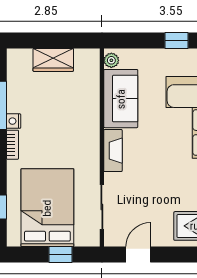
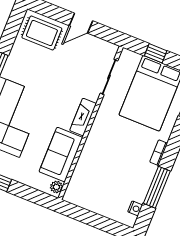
wardrobe: (53, 60) -> (101, 205), removed
nightstand: (14, 121) -> (135, 208), moved
door: (138, 254) -> (81, 23), moved

